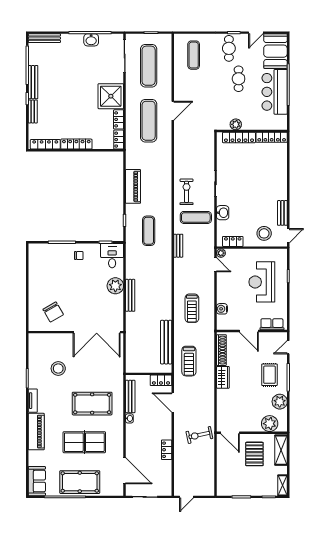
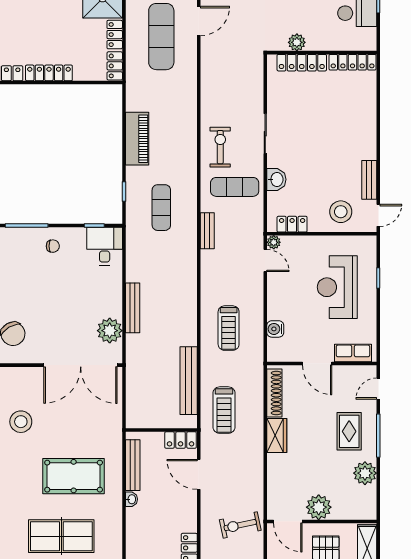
plant: (115, 286) -> (110, 331), moved
plant: (270, 424) -> (319, 507), moved

